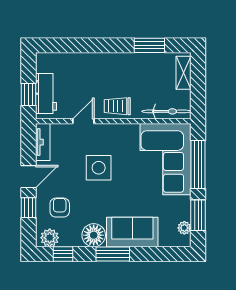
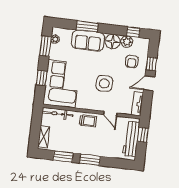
window: (107, 45) -> (90, 160), added
workbench: (46, 94) -> (131, 139), width x1.38
door: (83, 121) -> (110, 114), hinge flipped
window: (198, 164) -> (42, 78), width x0.46
plant: (50, 238) -> (127, 42), moved
window: (113, 254) -> (87, 26), moved

